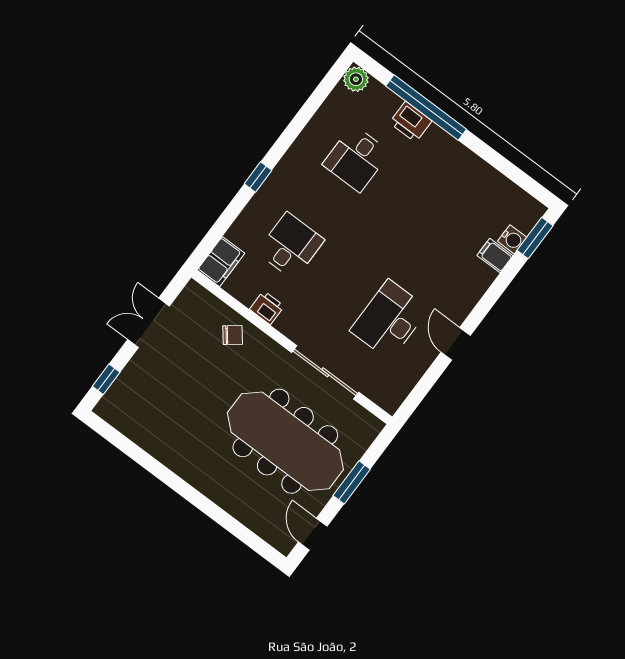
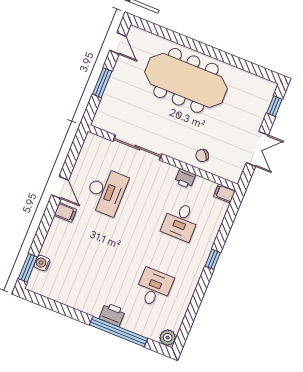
printer: (411, 122) -> (112, 314), moved
filing cabinet: (495, 256) -> (65, 212), moved
filing cabinet: (221, 262) -> (225, 193), width x0.50
meeting table: (285, 441) -> (186, 80), moved

